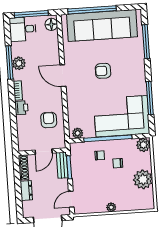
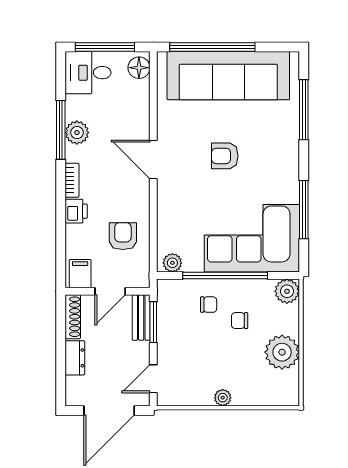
filing cabinet: (26, 143) -> (80, 274), added

